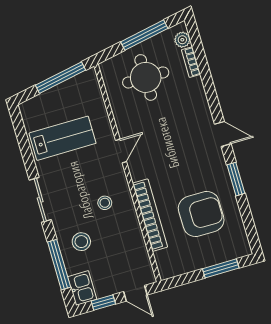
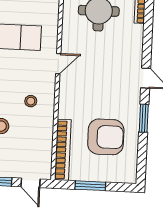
bookcase: (150, 215) -> (63, 150), moved
window: (221, 268) -> (90, 186), moved

